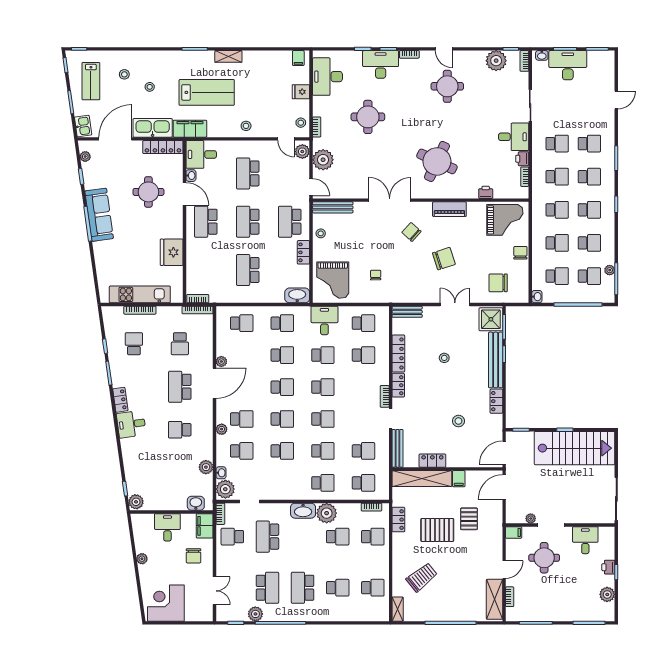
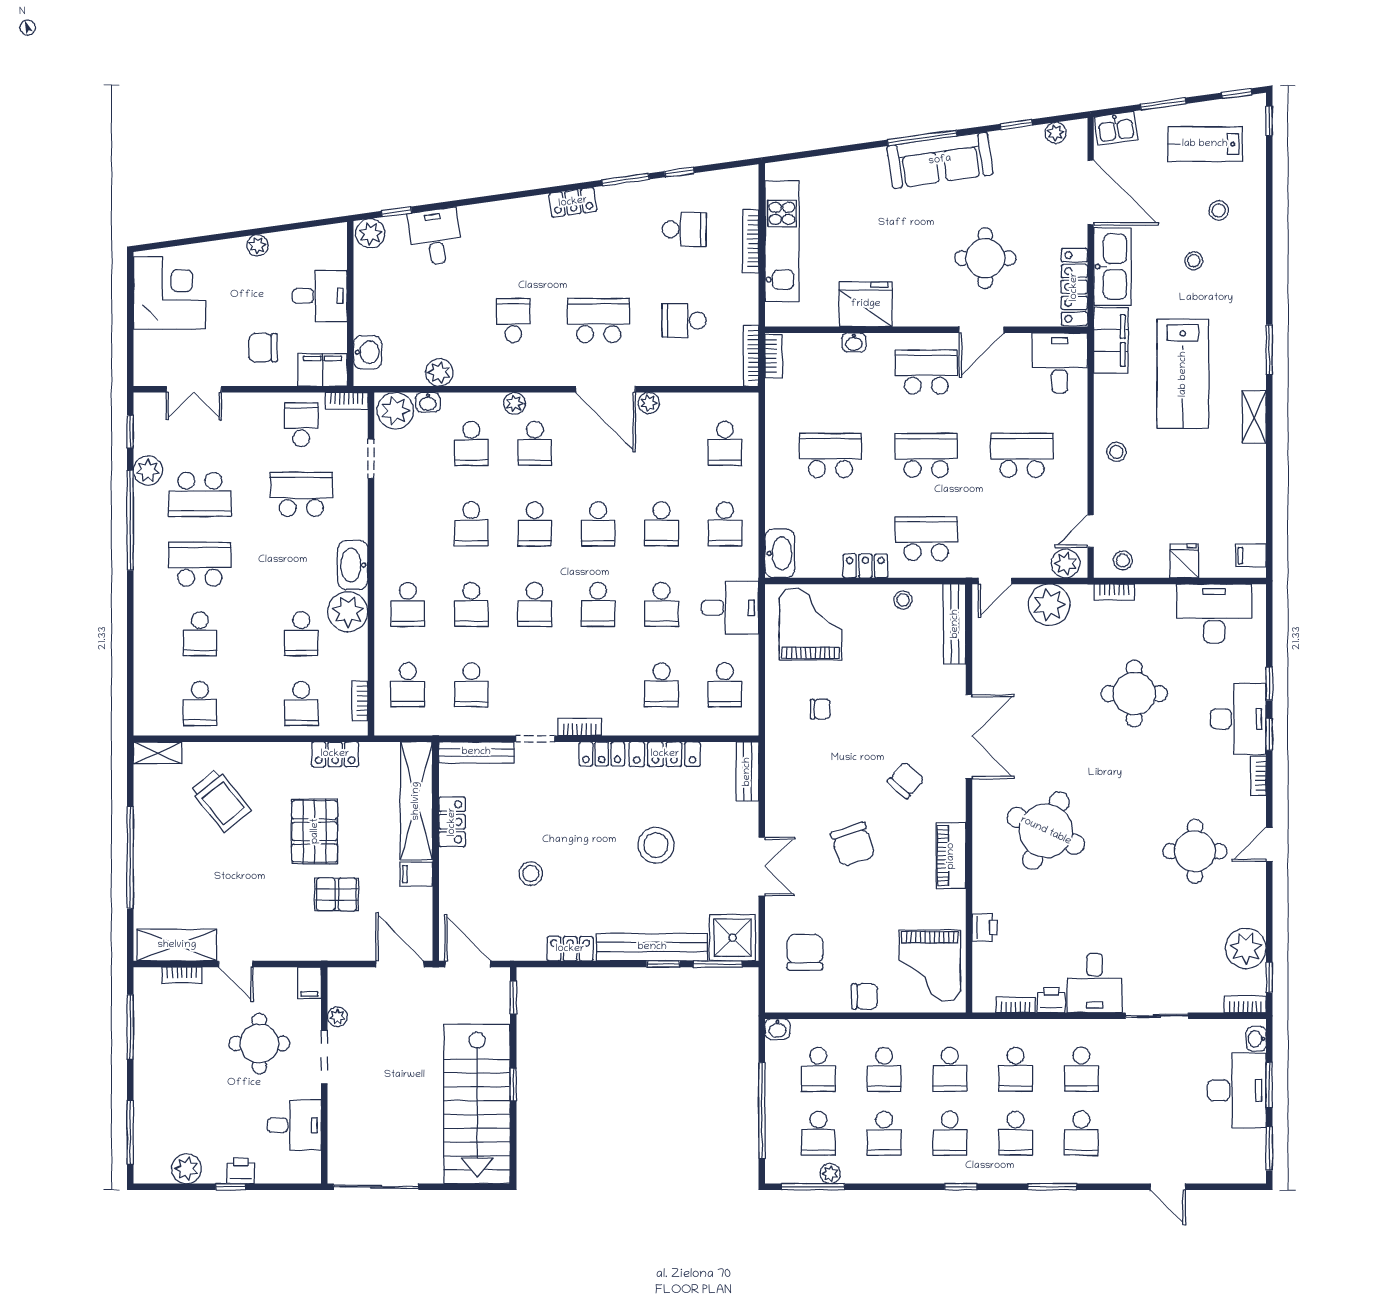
washbasin: (191, 176) -> (854, 343), moved
grand piano: (333, 280) -> (810, 624), turned 90
stool: (444, 358) -> (656, 845), width x1.89, depth x1.89
desk: (131, 424) -> (435, 237), moved

